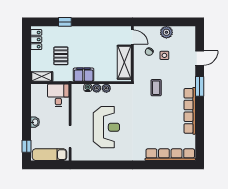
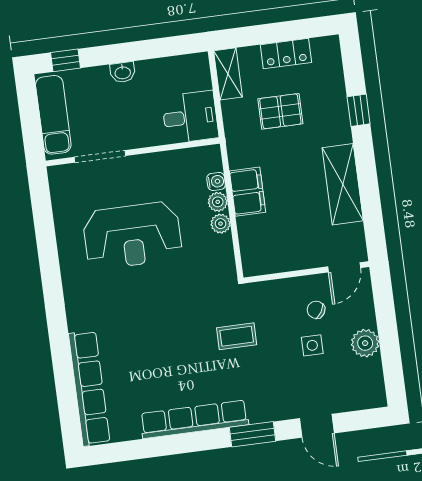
locker: (36, 40) -> (286, 54), moved
shelving: (124, 62) -> (343, 184), moved, turned 90
filing cabinet: (84, 75) -> (248, 192), moved

